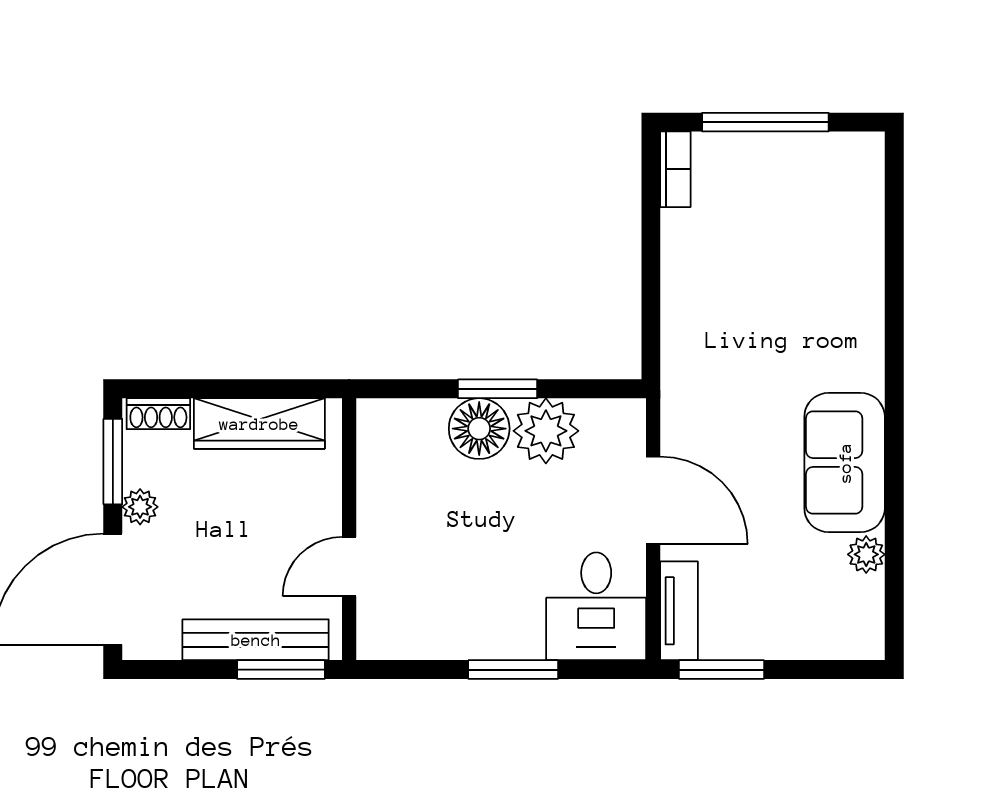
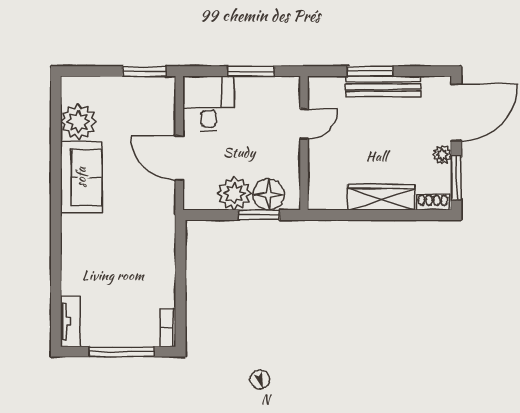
wall: (349, 529) -> (304, 143), moved
plant: (866, 554) -> (79, 122), width x1.88, depth x1.88
door: (349, 567) -> (304, 124), moved
tv unit: (679, 611) -> (70, 322), moved, turned 180

